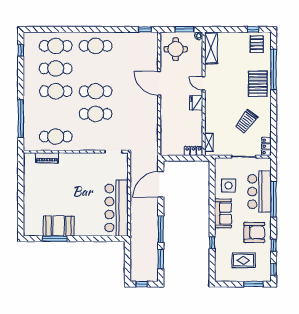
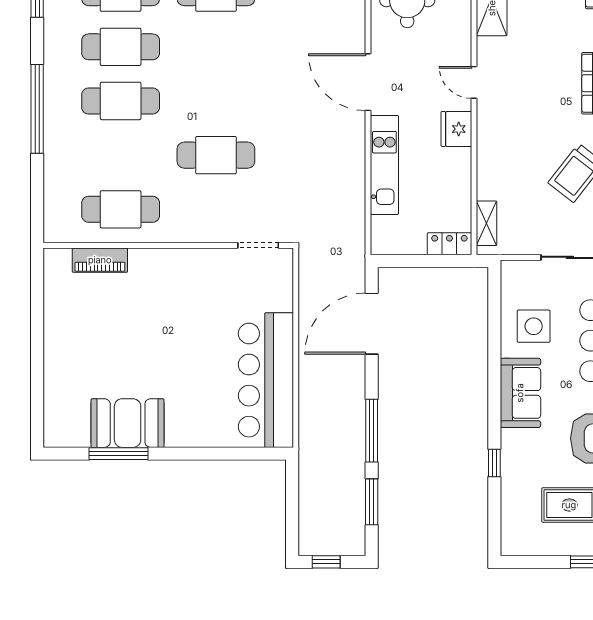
cafe table: (96, 91) -> (216, 101), removed
kitchen unit: (166, 118) -> (384, 165), added
window: (21, 119) -> (37, 109), moved

